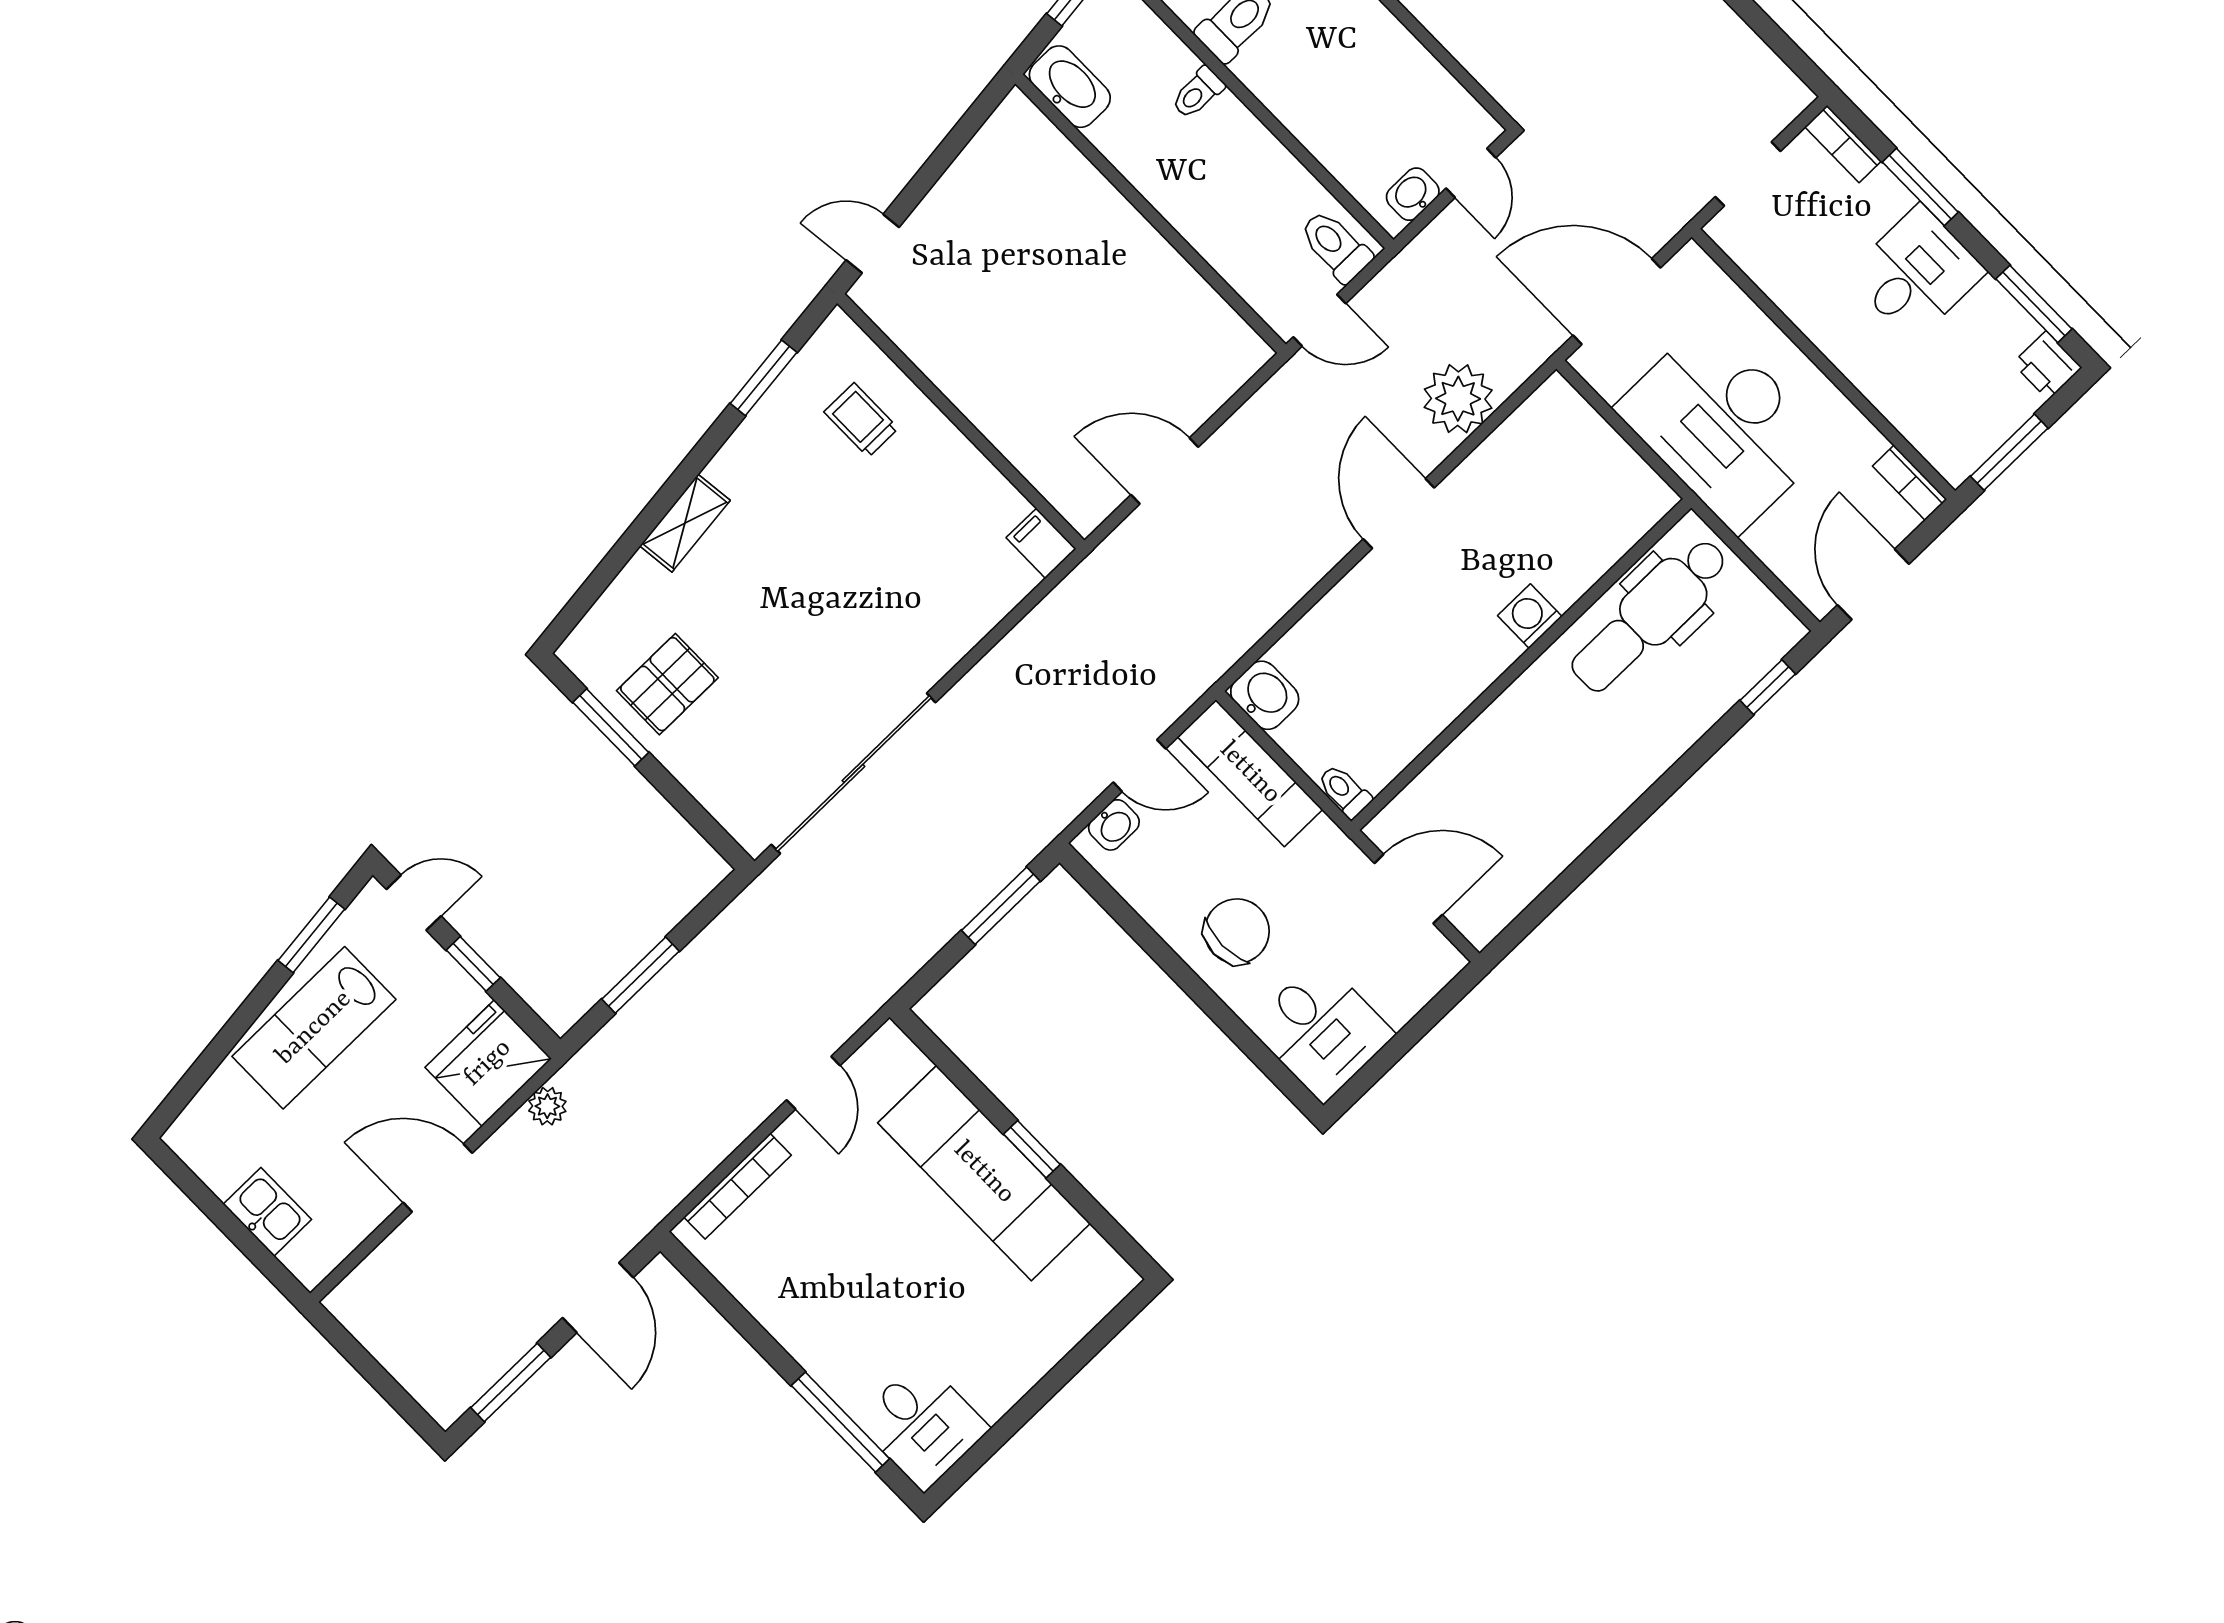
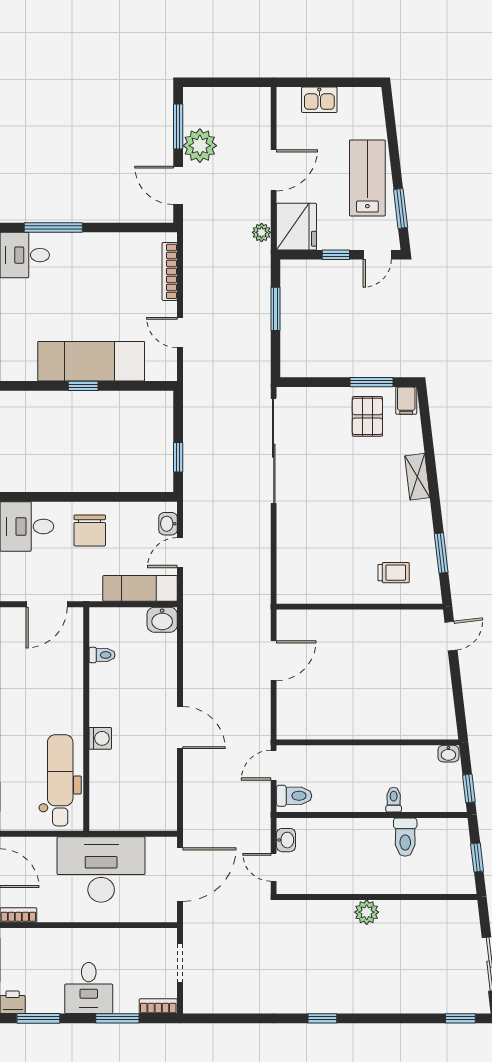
washbasin: (1070, 87) -> (448, 754), width x0.52, depth x0.69
plant: (1458, 399) -> (200, 146), moved
filing cabinet: (1041, 543) -> (406, 401), moved, turned 90
toilet: (1344, 791) -> (102, 655), moved
window: (1001, 906) -> (178, 457), width x0.67

